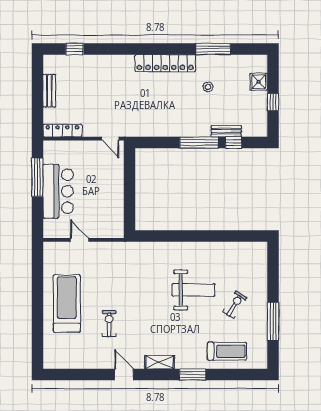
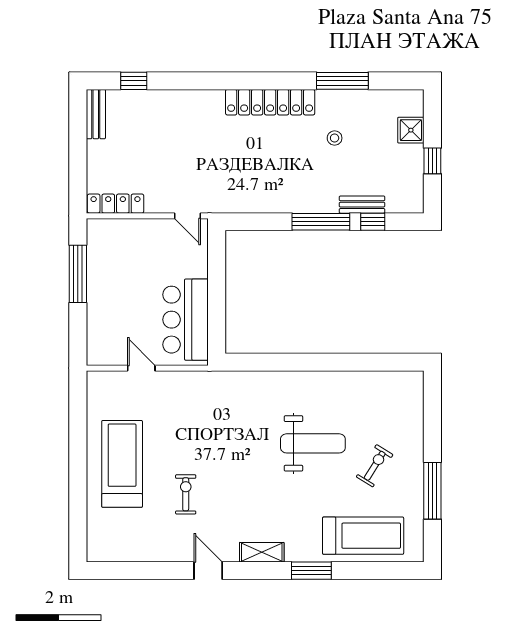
bench: (49, 91) -> (96, 114), moved
bar counter: (58, 191) -> (186, 320), moved, turned 180
treadmill: (227, 351) -> (363, 536), width x1.37, depth x1.38

